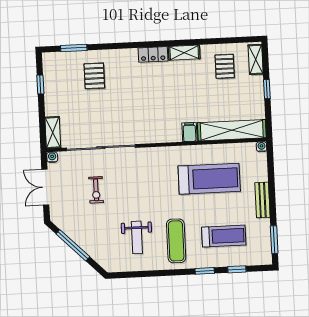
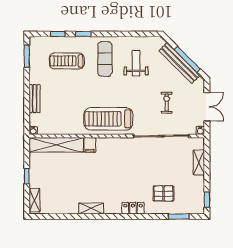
locker: (153, 54) -> (133, 208), moved
pallet: (225, 66) -> (59, 196), removed
pallet: (94, 76) -> (164, 193), turned 90
window: (40, 85) -> (207, 200), moved
shelving: (53, 132) -> (199, 162), moved
treadmill: (209, 179) -> (108, 119), moved
bench: (262, 200) -> (35, 99), moved
bench: (83, 240) -> (179, 63), added

